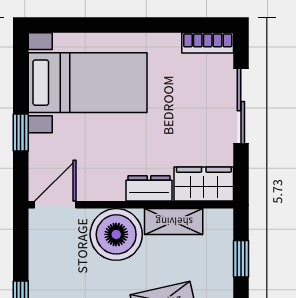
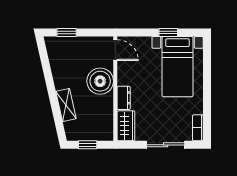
window: (21, 133) -> (168, 32), moved
shelving: (174, 222) -> (107, 110), removed

